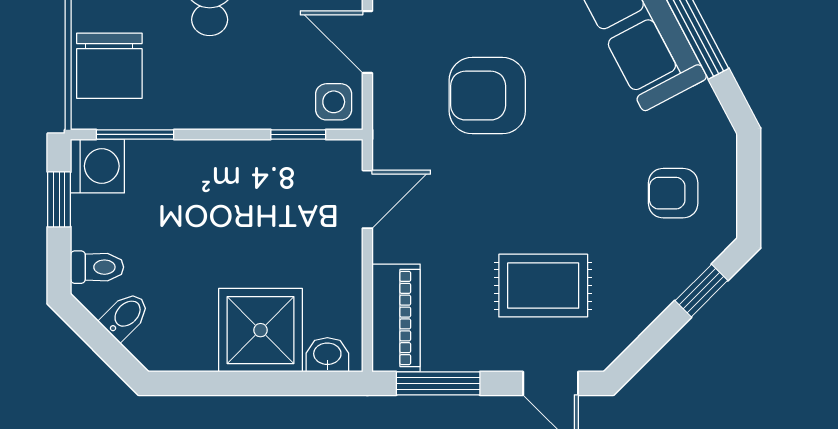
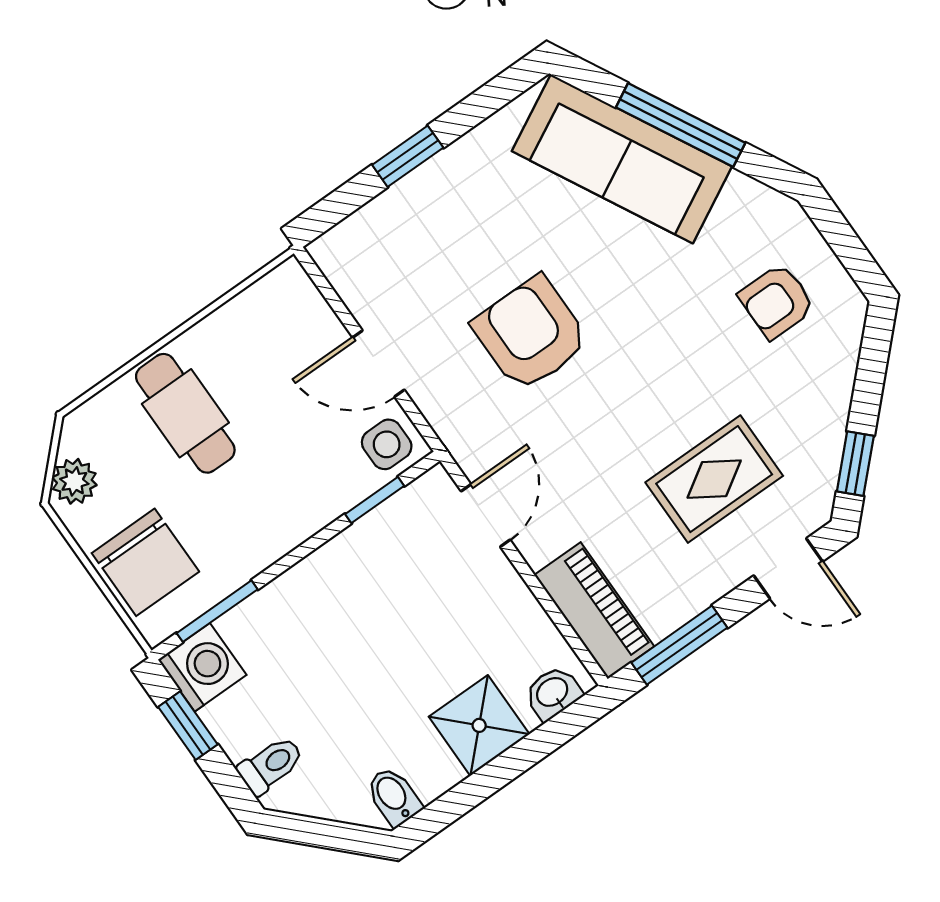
armchair: (487, 96) -> (531, 334), turned 90
window: (701, 291) -> (855, 464), moved
bidet: (125, 316) -> (394, 796), moved, turned -45
shower: (260, 330) -> (479, 725), width x0.73, depth x0.73

